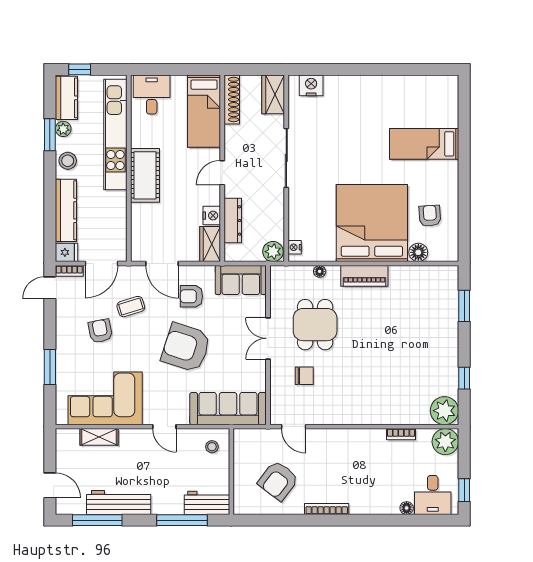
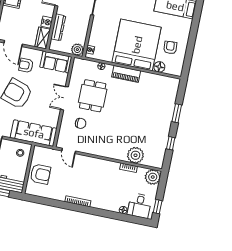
window: (464, 306) -> (177, 113), moved
plant: (444, 411) -> (135, 155), moved
armchair: (278, 481) -> (40, 174), moved, turned -127

